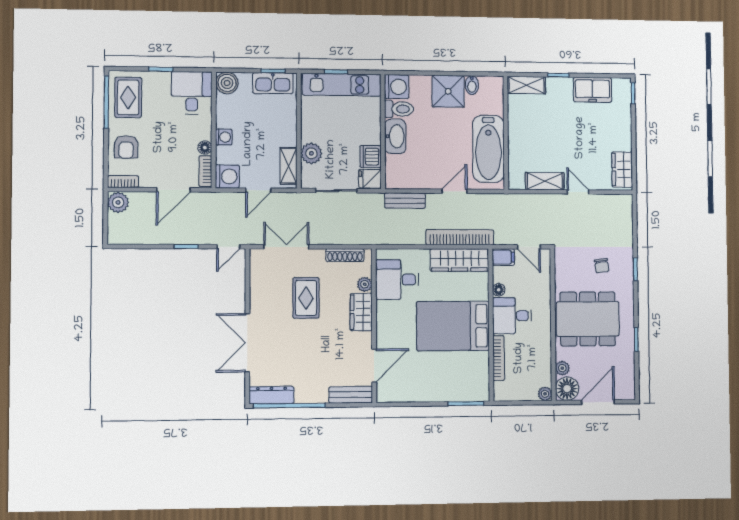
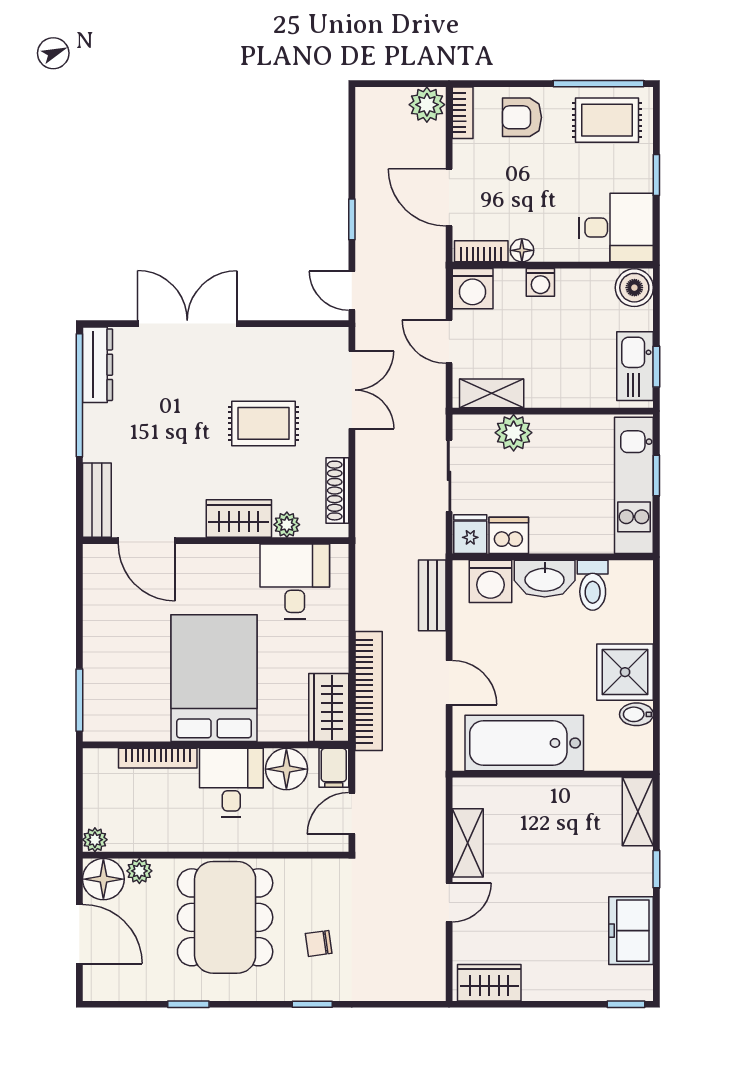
washing machine: (397, 87) -> (490, 581), moved
wardrobe: (459, 260) -> (329, 707), width x0.67
floor lamp: (499, 290) -> (286, 769), width x1.89, depth x1.89

